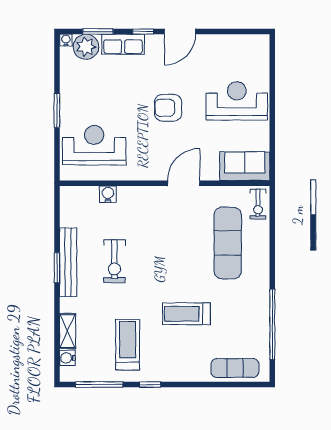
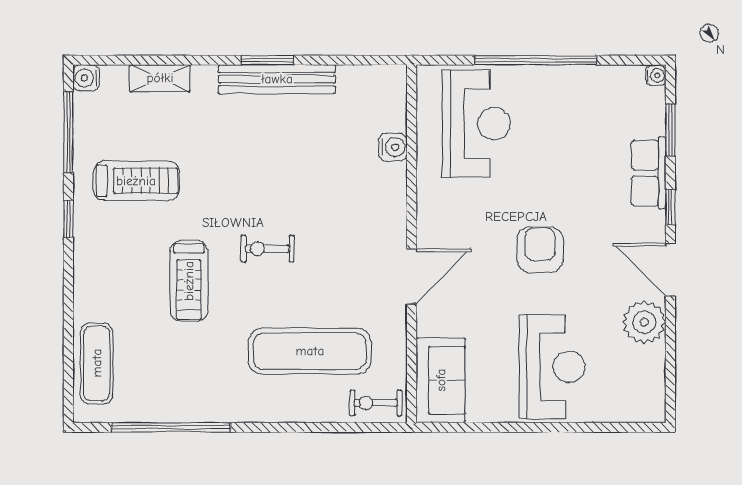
plant: (86, 47) -> (644, 322), moved
window: (57, 110) -> (536, 60), width x2.11
door: (184, 183) -> (412, 276), hinge flipped
exercise bike: (114, 261) -> (267, 249), moved, width x0.73, depth x0.72
treadmill: (186, 314) -> (189, 281), turned 180
water cooler: (67, 358) -> (86, 78), moved, turned -90

